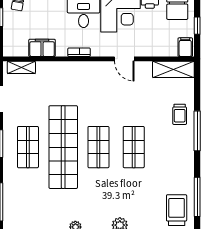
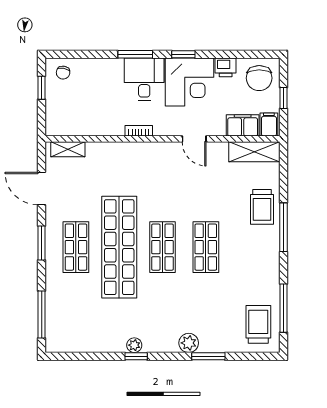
filing cabinet: (42, 48) -> (243, 125), moved
trolley: (180, 114) -> (262, 207), width x1.36, depth x1.39

